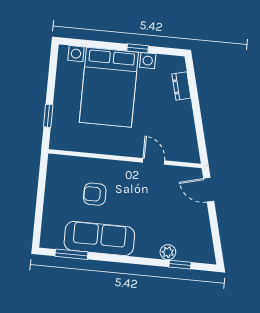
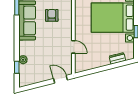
door: (154, 161) -> (73, 47), hinge flipped
door: (209, 190) -> (60, 79), hinge flipped

